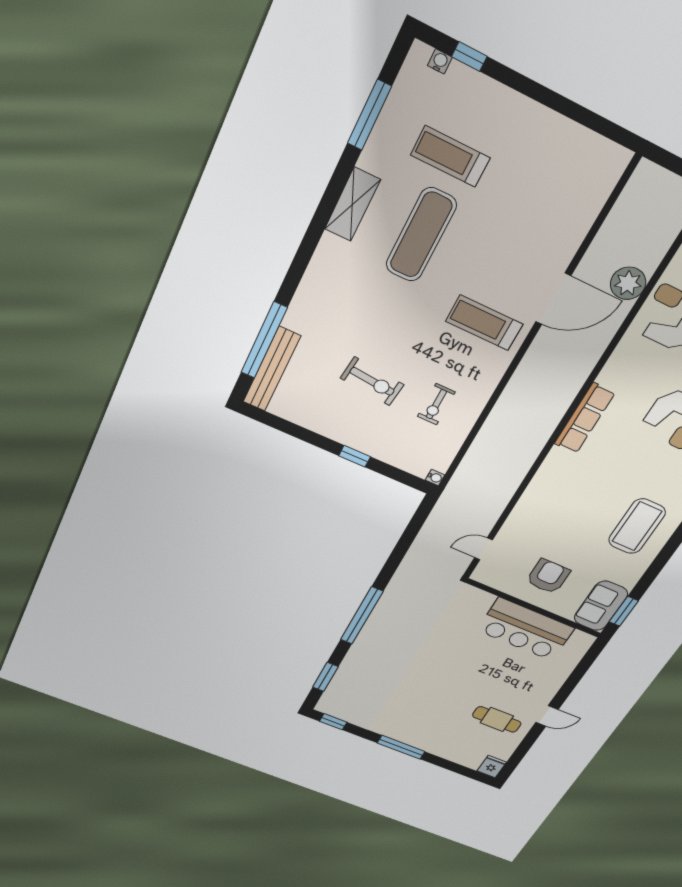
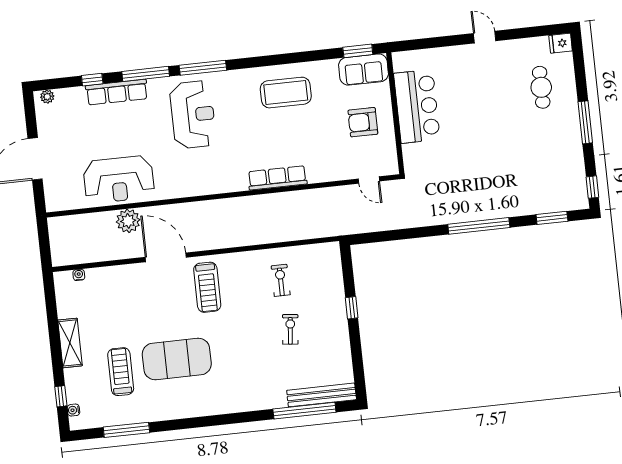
treadmill: (450, 156) -> (121, 372), turned 180
shelving: (352, 204) -> (70, 343), moved, turned 90
exercise mat: (421, 235) -> (177, 359), width x1.47
exercise bike: (372, 381) -> (290, 329), width x0.73, depth x0.72
exercise bike: (436, 404) -> (281, 280), turned -90
row of seats: (585, 418) -> (277, 178), moved
water cooler: (435, 477) -> (79, 275), moved
cafe table: (497, 719) -> (541, 87), moved

